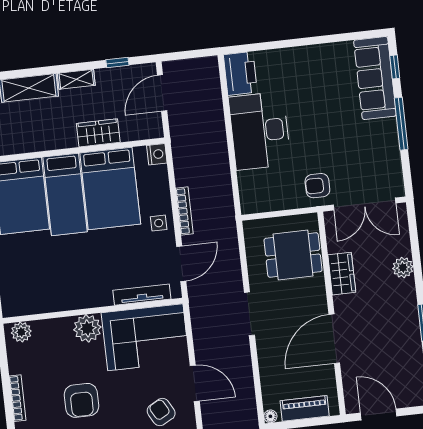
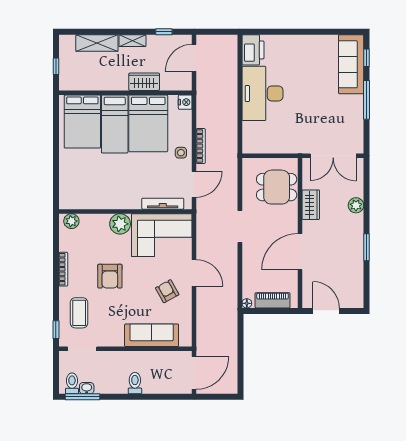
armchair: (317, 186) -> (300, 138), removed

